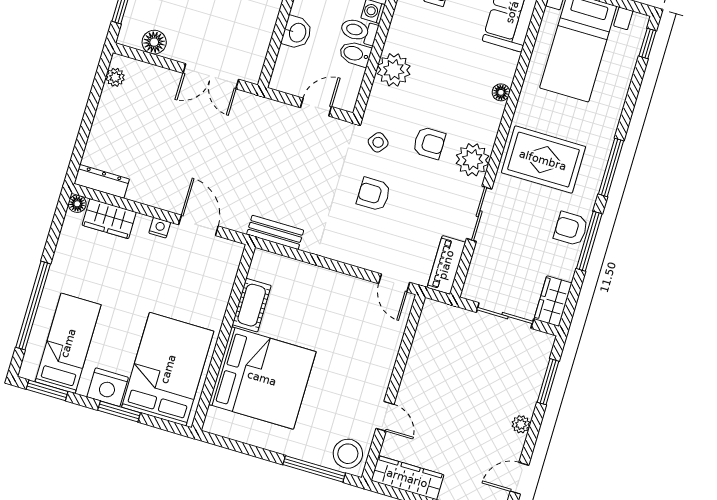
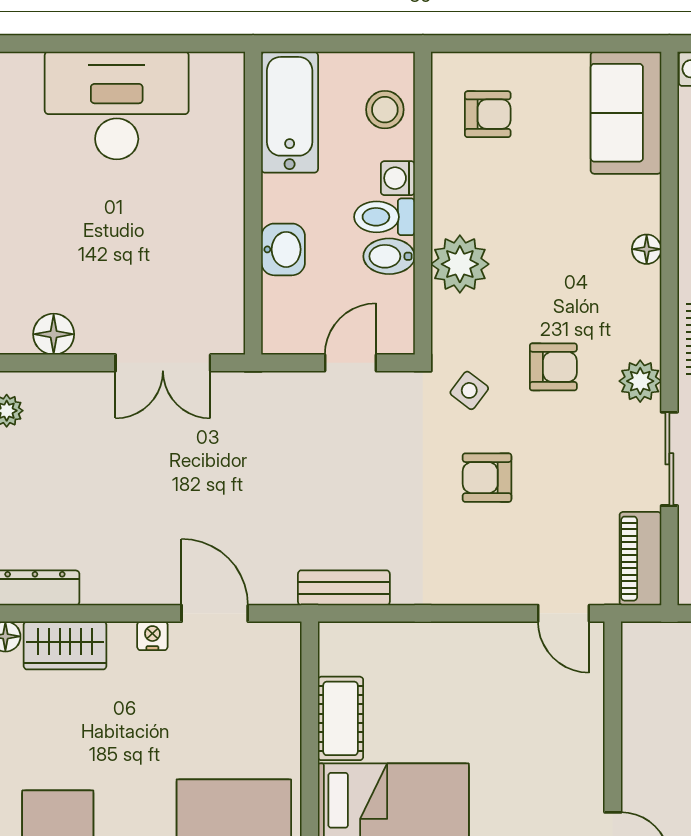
plant: (473, 160) -> (640, 381), width x0.73, depth x0.73

